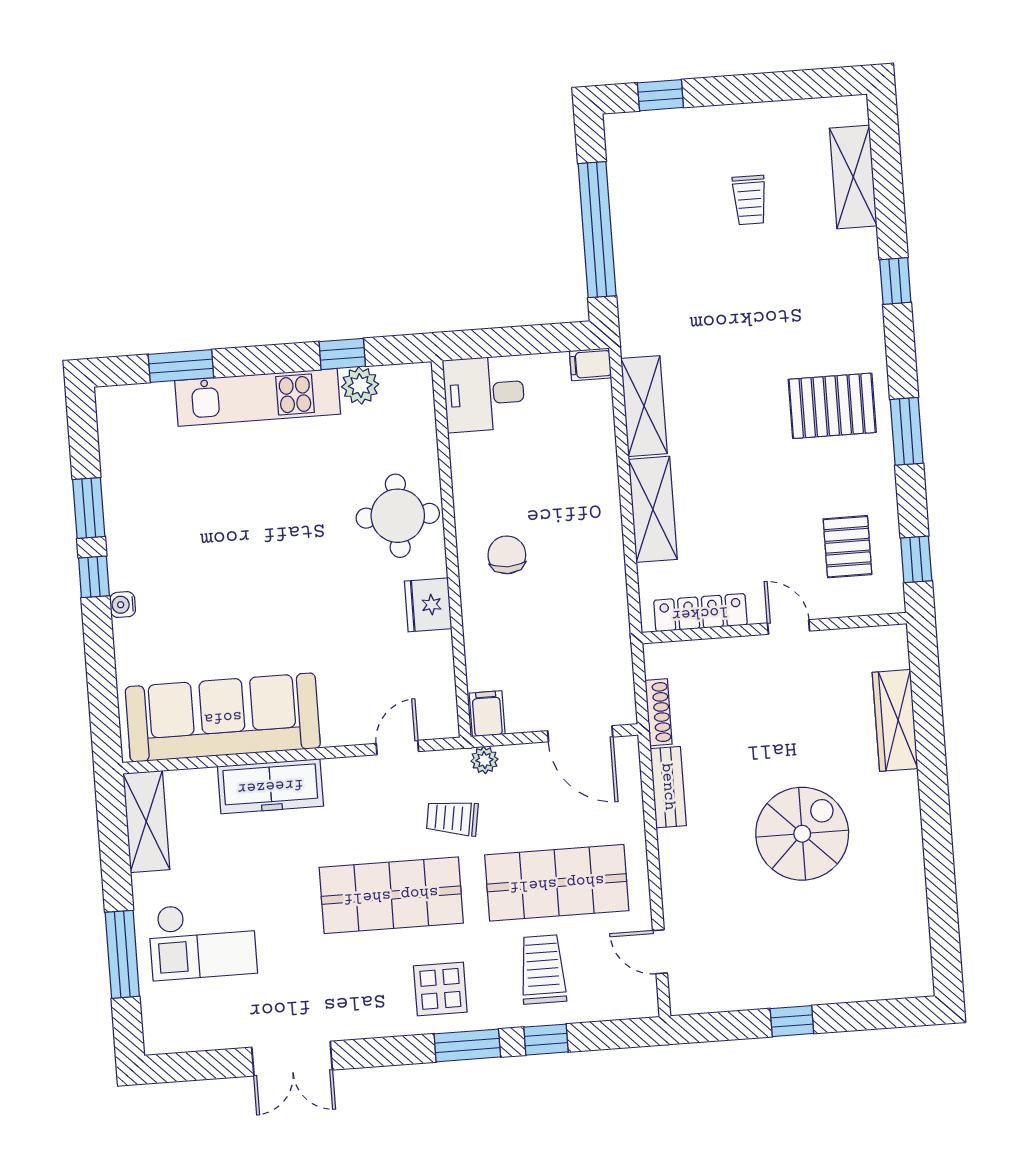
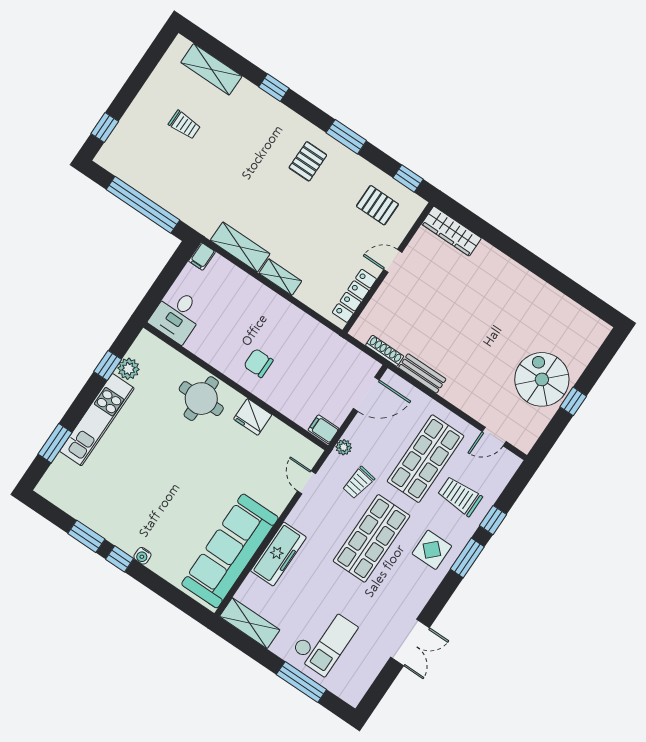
pallet: (832, 406) -> (308, 161), width x0.67, depth x0.71
shelving: (653, 509) -> (280, 277), width x0.67, depth x0.75
wardrobe: (895, 720) -> (451, 231), moved
spiral stairs: (802, 834) -> (542, 379), moved

